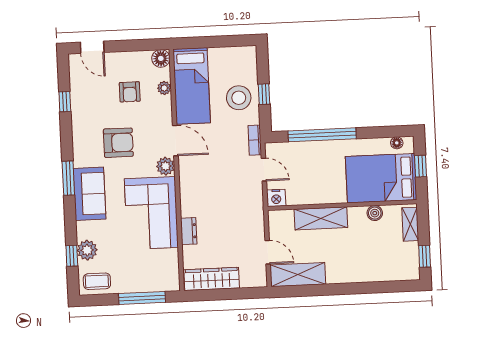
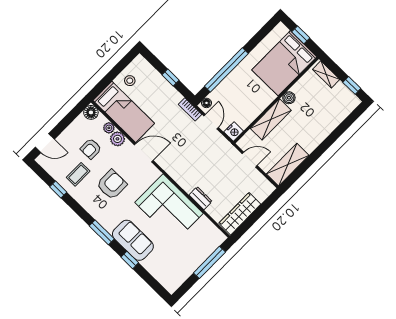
armchair: (130, 92) -> (91, 149), turned 90
stool: (239, 98) -> (130, 81), moved, width x0.53, depth x0.53
floor lamp: (397, 143) -> (207, 103), moved
plant: (166, 166) -> (117, 139), moved
door: (264, 170) -> (211, 122), hinge flipped
sofa: (90, 194) -> (133, 240), moved
boiler: (375, 213) -> (289, 98), moved
plant: (87, 250) -> (152, 264), removed
door: (268, 252) -> (250, 160), moved
window: (72, 256) -> (130, 260), moved
coffee table: (97, 281) -> (78, 174), moved

